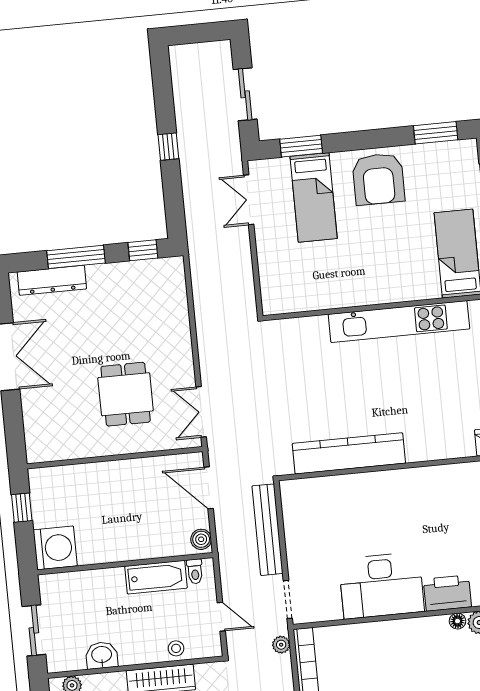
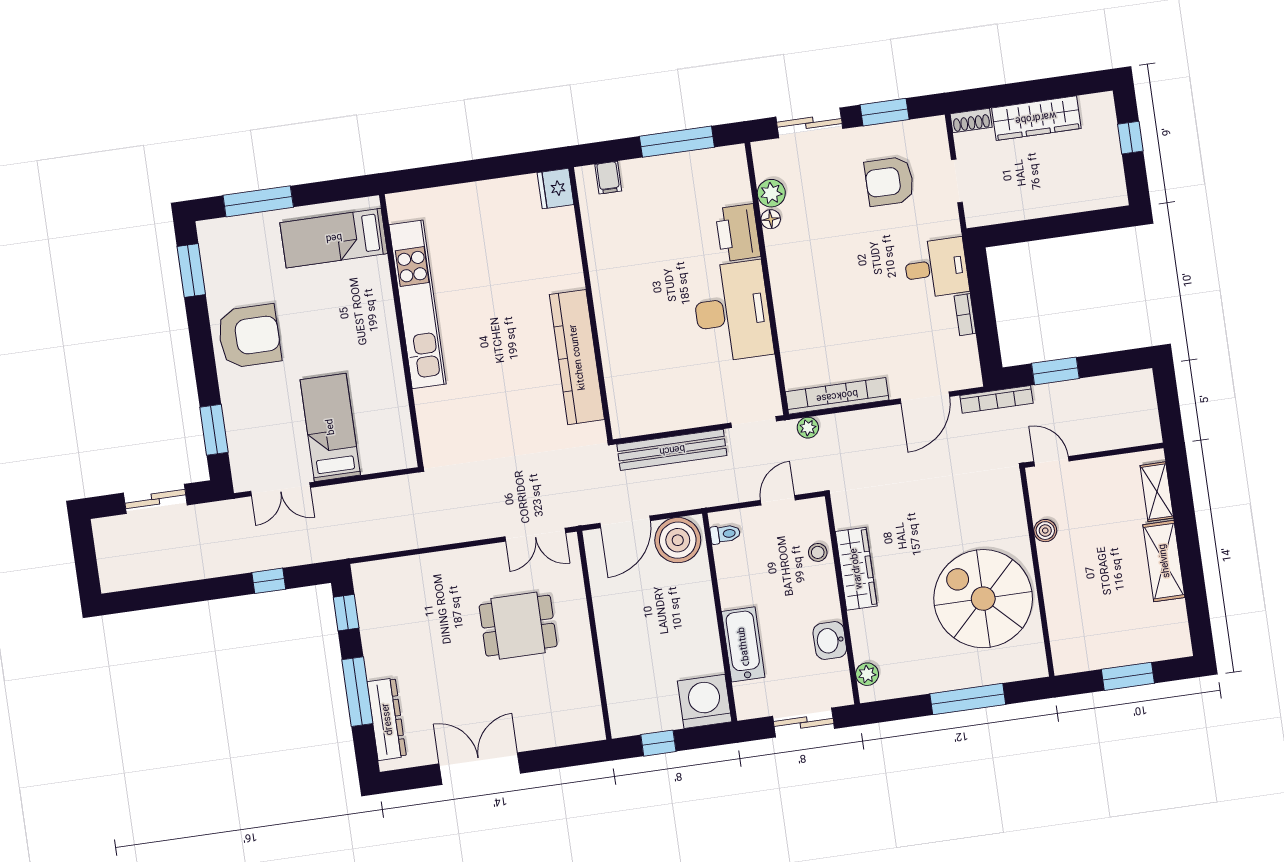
window: (168, 147) -> (269, 581), moved
bed: (314, 197) -> (330, 427), moved, turned -90
boiler: (201, 539) -> (678, 540), width x1.86, depth x1.86
bathtub: (156, 577) -> (743, 644), moved

